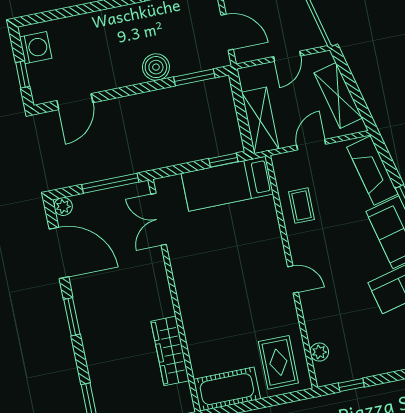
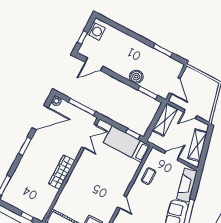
shelving: (260, 120) -> (165, 120), moved
double door: (159, 219) -> (89, 136), swing flipped
door: (59, 253) -> (40, 117), hinge flipped
wardrobe: (170, 351) -> (62, 172), moved

